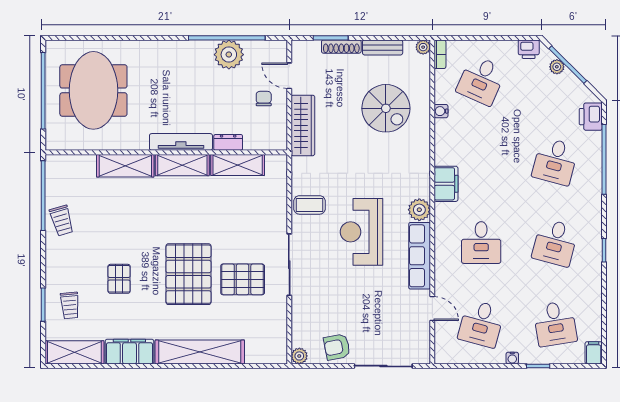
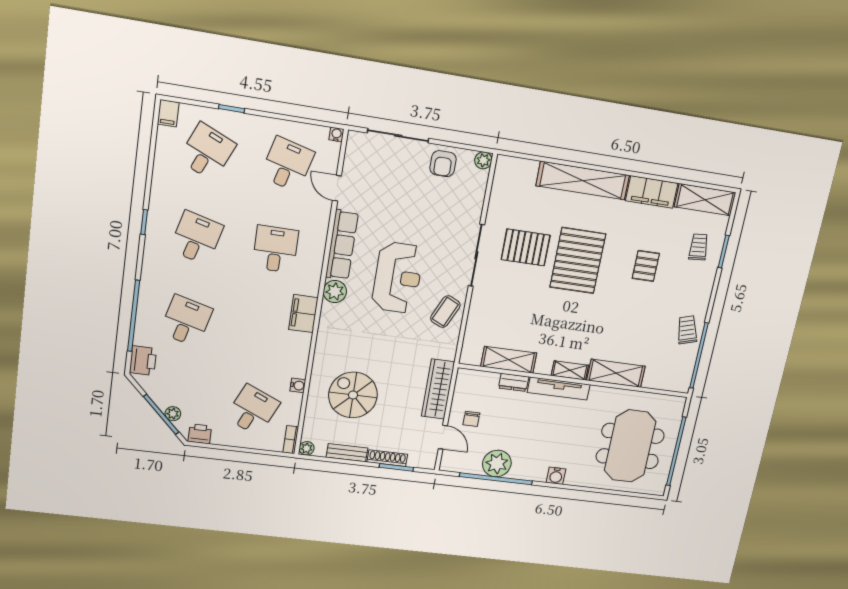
water cooler: (165, 49) -> (556, 476), added
shelving: (182, 165) -> (570, 370), width x0.67, depth x0.75
coffee table: (309, 205) -> (445, 312), turned -65
desk: (555, 324) -> (207, 152), turned 33
armchair: (337, 347) -> (443, 164), turned 101
water cooler: (512, 358) -> (336, 134), moved

